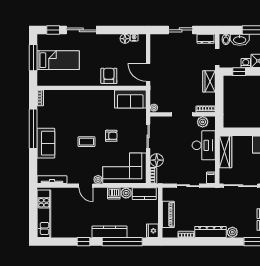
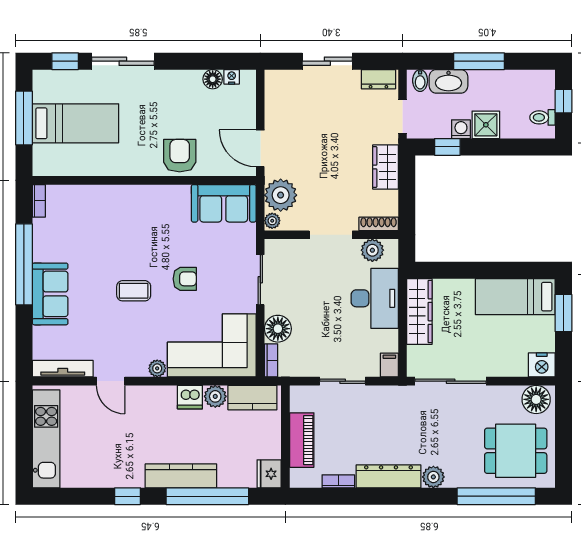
plant: (158, 95) -> (281, 195), added
door: (86, 186) -> (111, 381), moved

